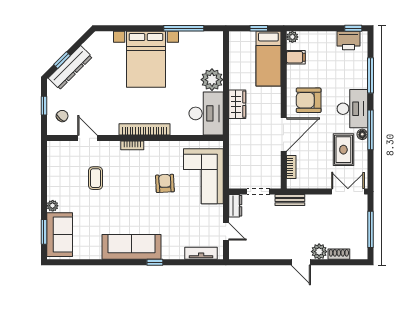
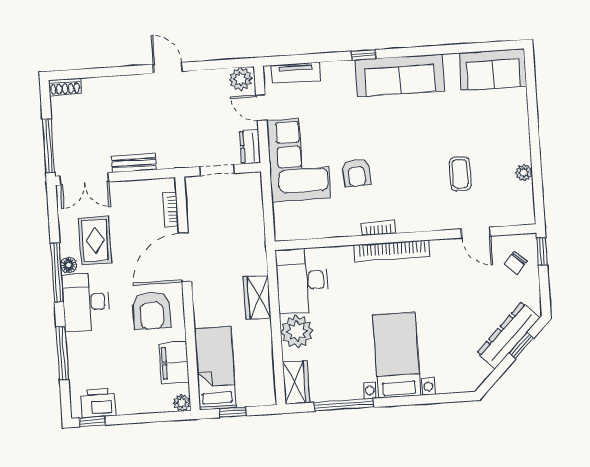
wardrobe: (215, 45) -> (296, 382), added
filing cabinet: (296, 57) -> (174, 363), width x2.00
bed with nightstands: (146, 59) -> (397, 355), width x0.73
armchair: (309, 100) -> (152, 310), turned 90
window: (44, 106) -> (542, 251), moved
bookcase: (132, 145) -> (378, 228), moved
corner sofa: (203, 176) -> (298, 159), moved
bench: (290, 200) -> (134, 163), moved
plant: (53, 206) -> (524, 173), moved
window: (370, 229) -> (49, 146), moved
window: (44, 232) -> (531, 89), removed
sofa: (60, 235) -> (493, 70), moved, turned -90
plant: (319, 252) -> (241, 79), moved
shoe rack: (339, 254) -> (65, 87), moved
door: (301, 262) -> (168, 68), moved

